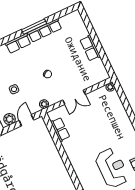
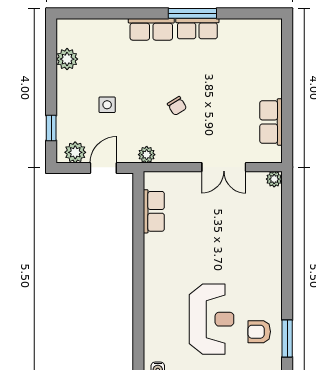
row of seats: (45, 30) -> (197, 29), width x0.68
row of seats: (90, 48) -> (271, 122), moved
double door: (74, 97) -> (224, 167), moved

